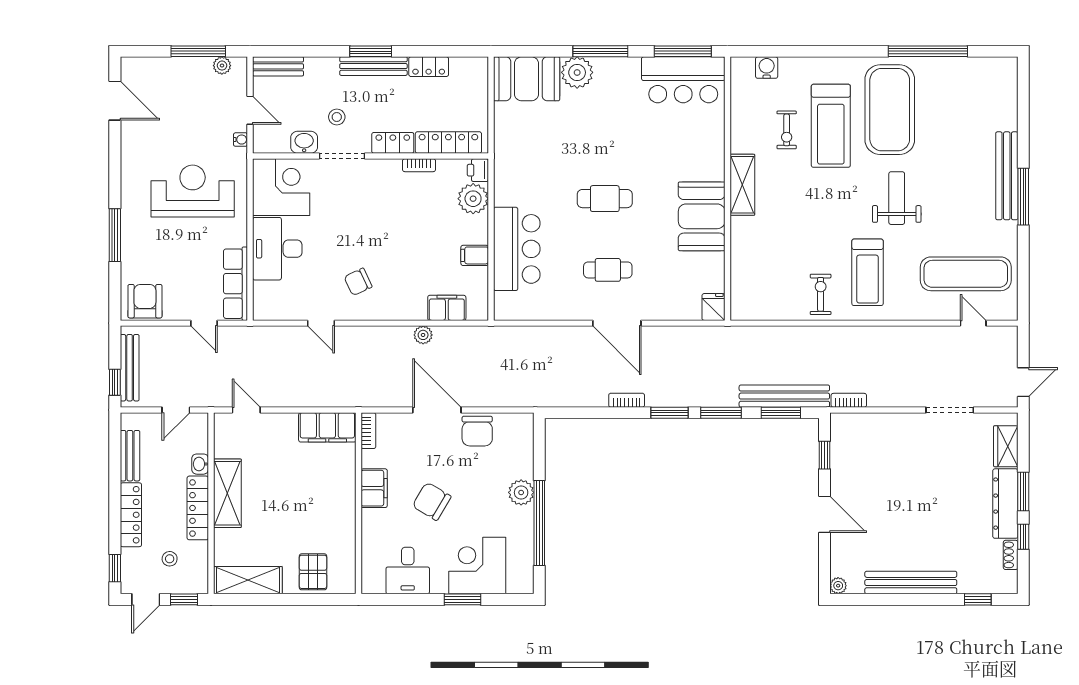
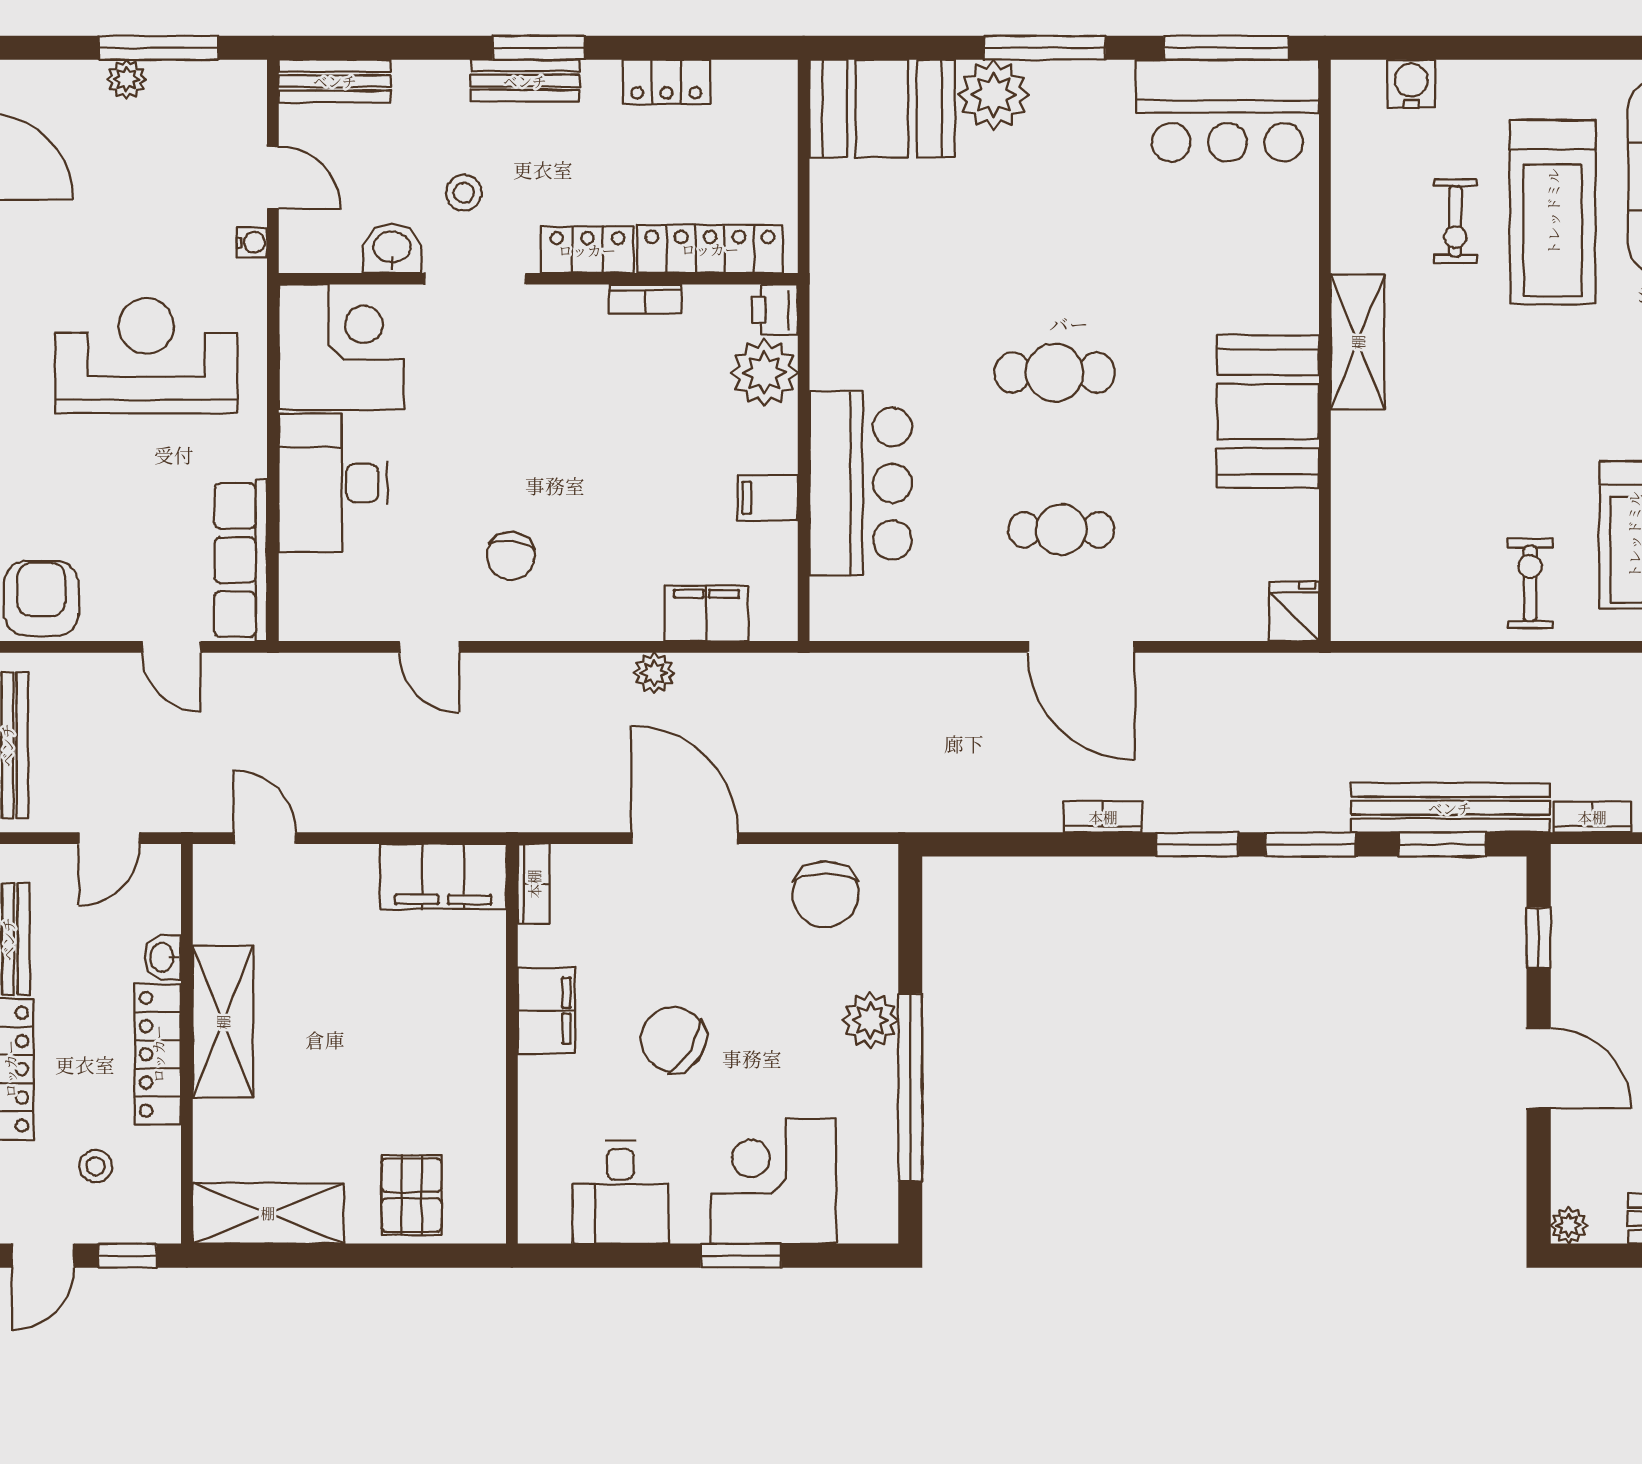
plant: (222, 66) -> (126, 79), moved
bench: (373, 66) -> (525, 81), width x0.73
chair: (358, 282) -> (511, 556), turned -58
chair: (477, 431) -> (825, 894), moved

